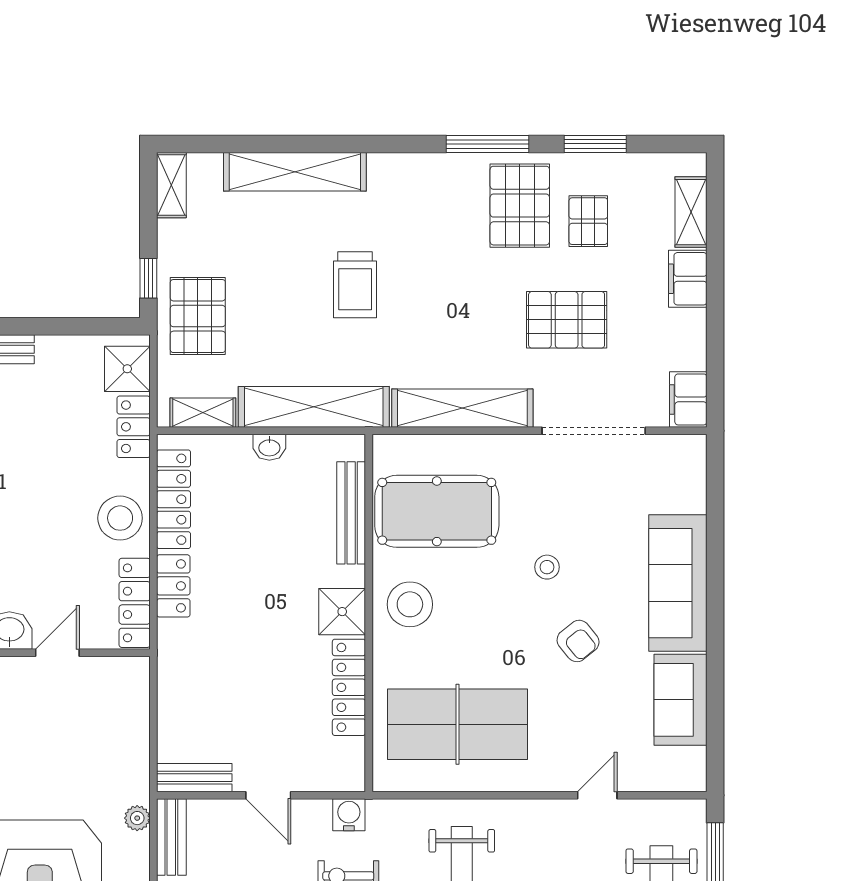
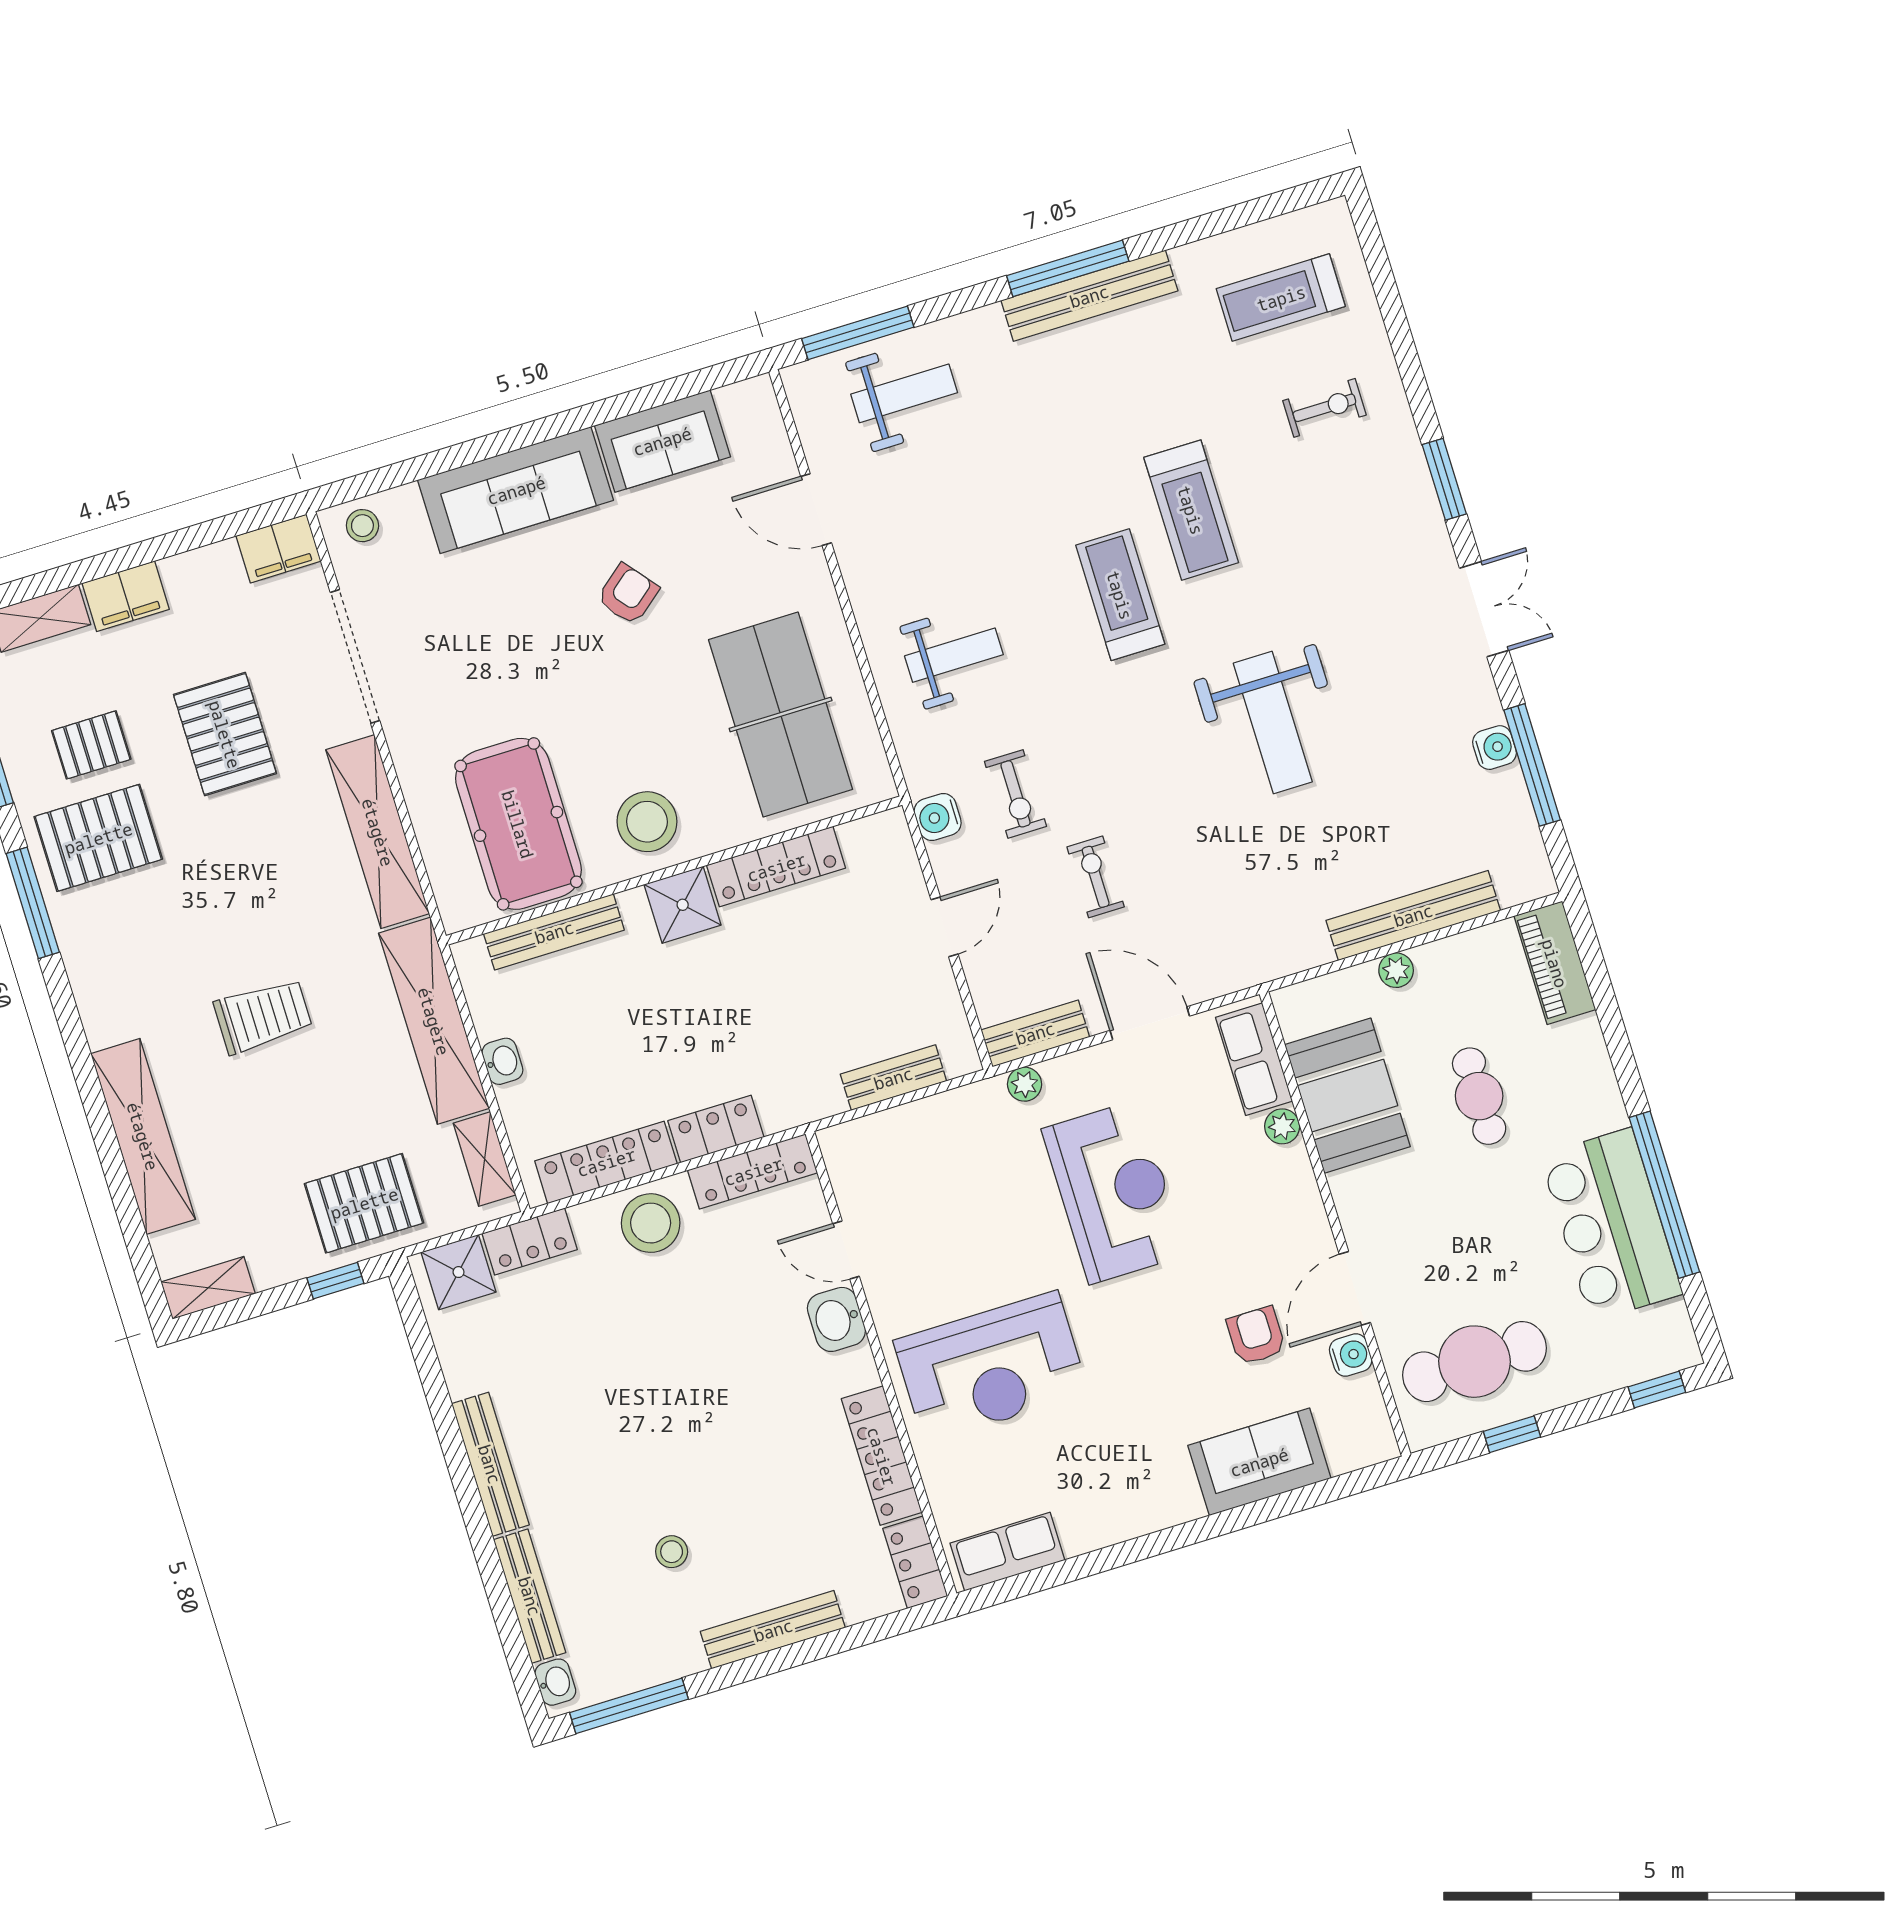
stool: (547, 567) -> (362, 526), moved
bench: (194, 778) -> (893, 1078), moved, turned 90
door: (597, 795) -> (816, 510), width x1.38

